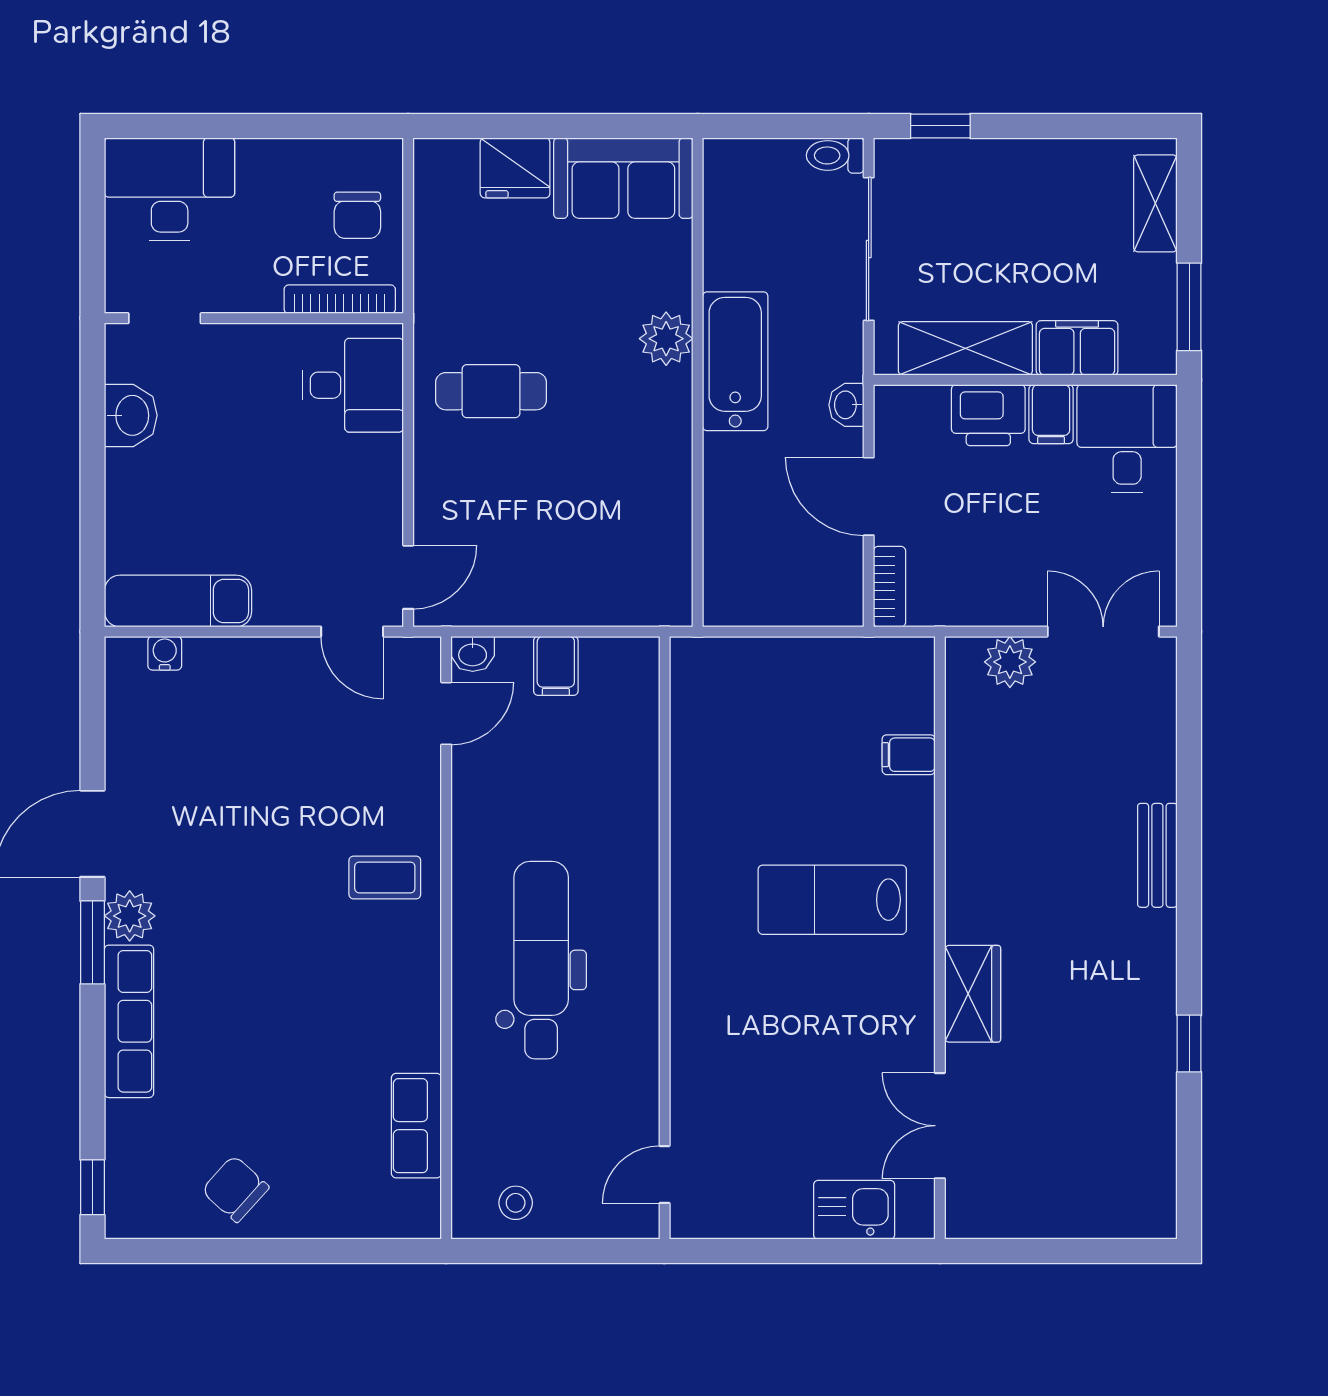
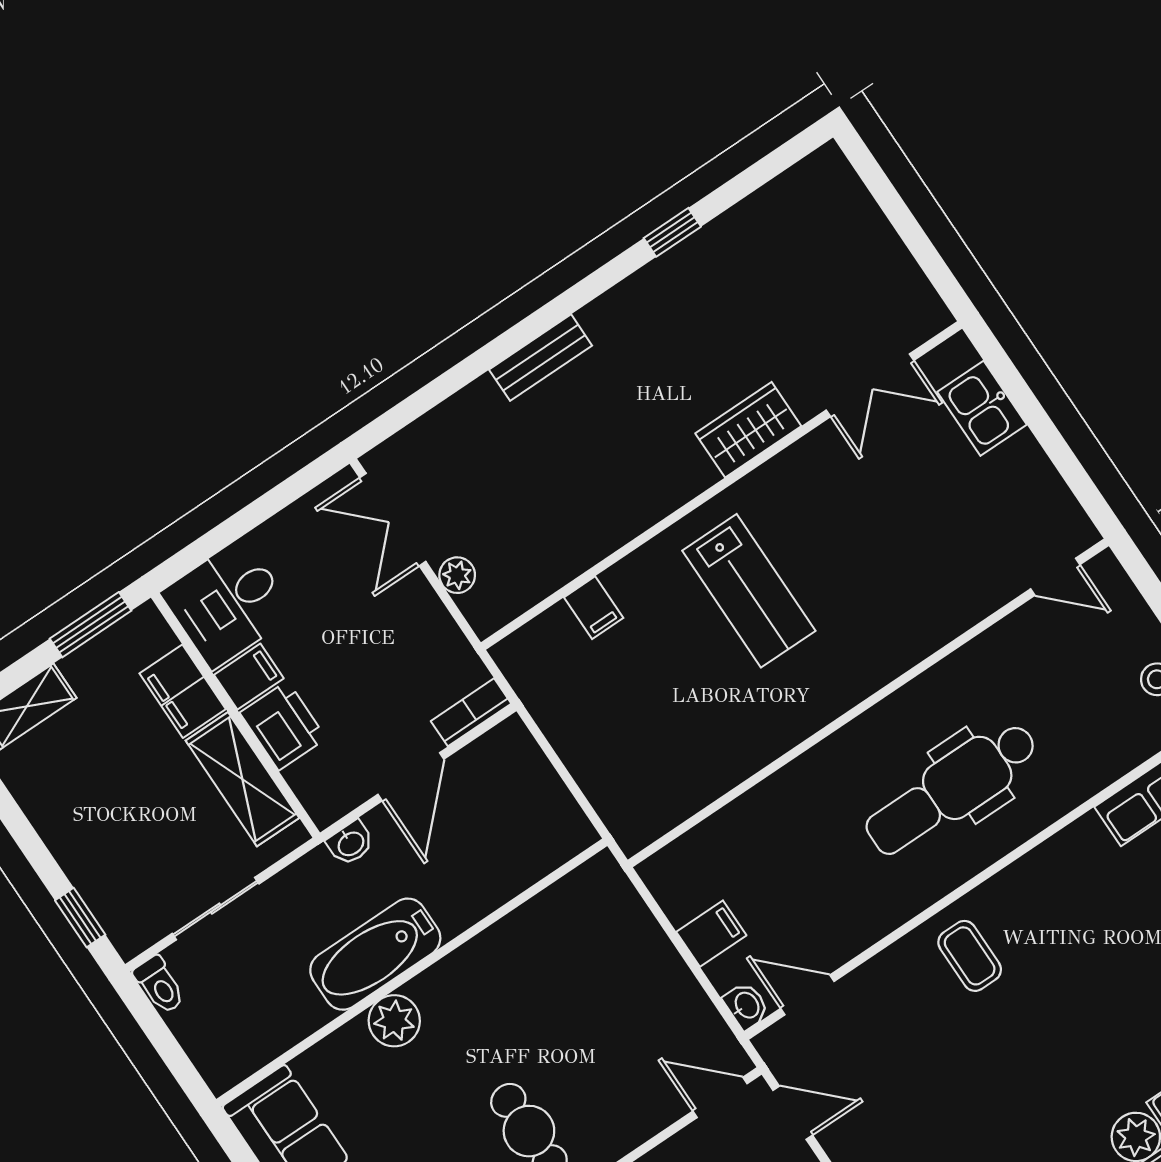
sliding door: (869, 249) -> (216, 909), width x0.73
door: (352, 632) -> (793, 1113), hinge flipped
plant: (1010, 662) -> (457, 575), width x0.73, depth x0.73

